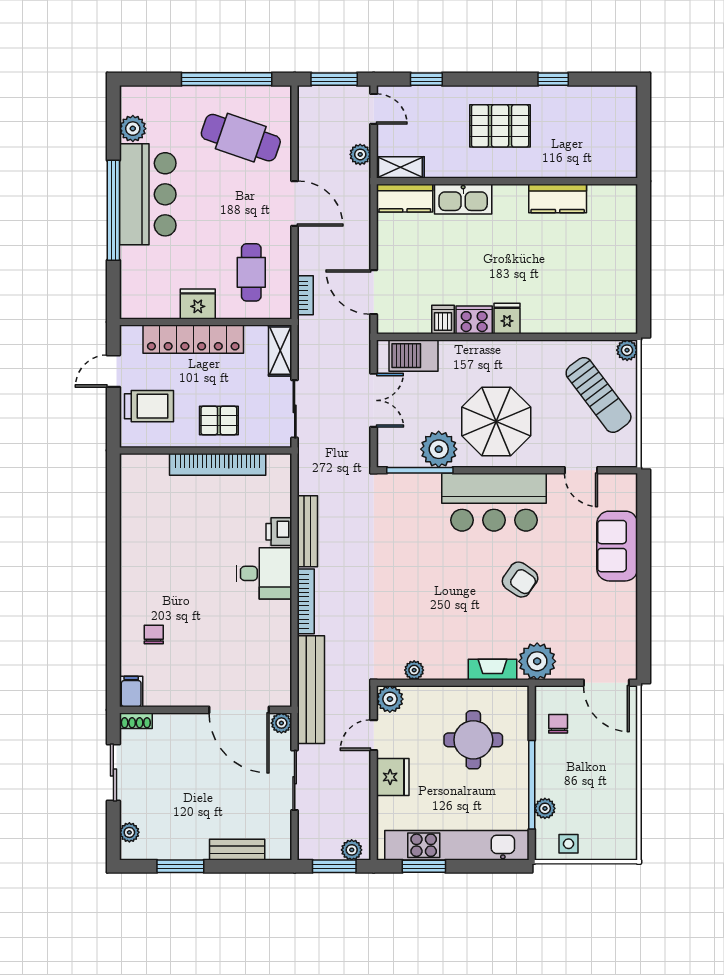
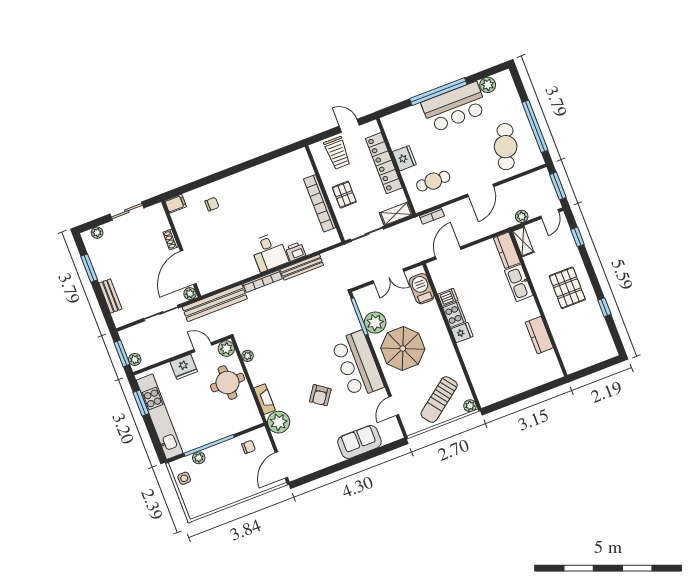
shoe rack: (136, 721) -> (171, 239), moved
round table: (473, 740) -> (228, 383), moved

